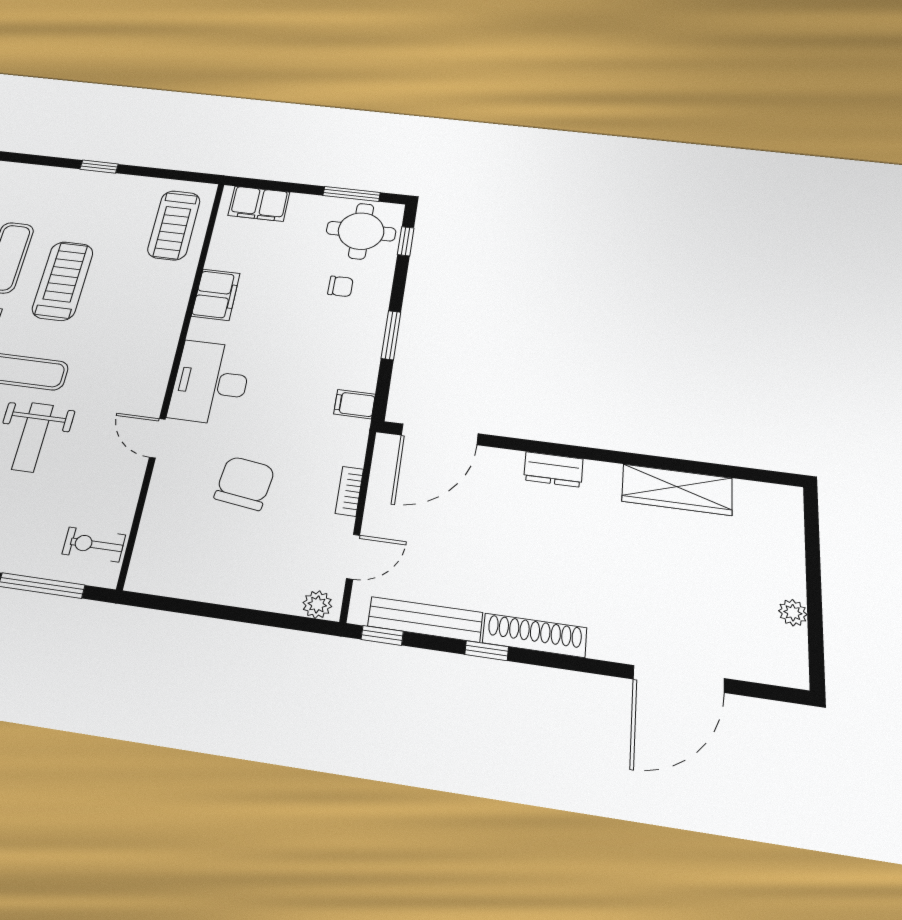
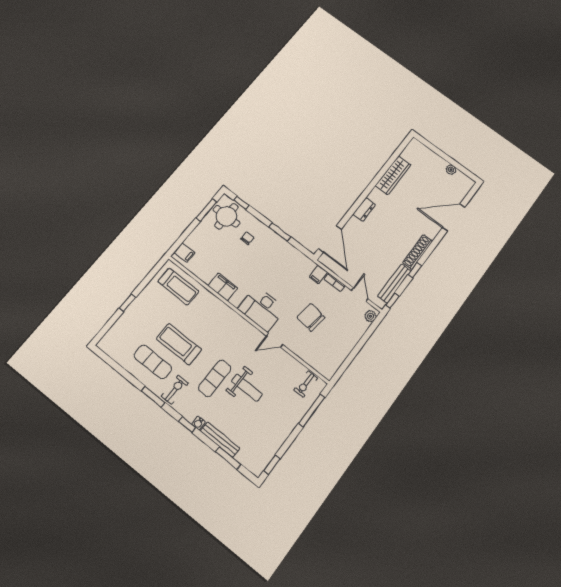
filing cabinet: (259, 204) -> (185, 253), width x0.50
filing cabinet: (355, 404) -> (318, 275), moved
door: (679, 679) -> (454, 217), swing flipped

